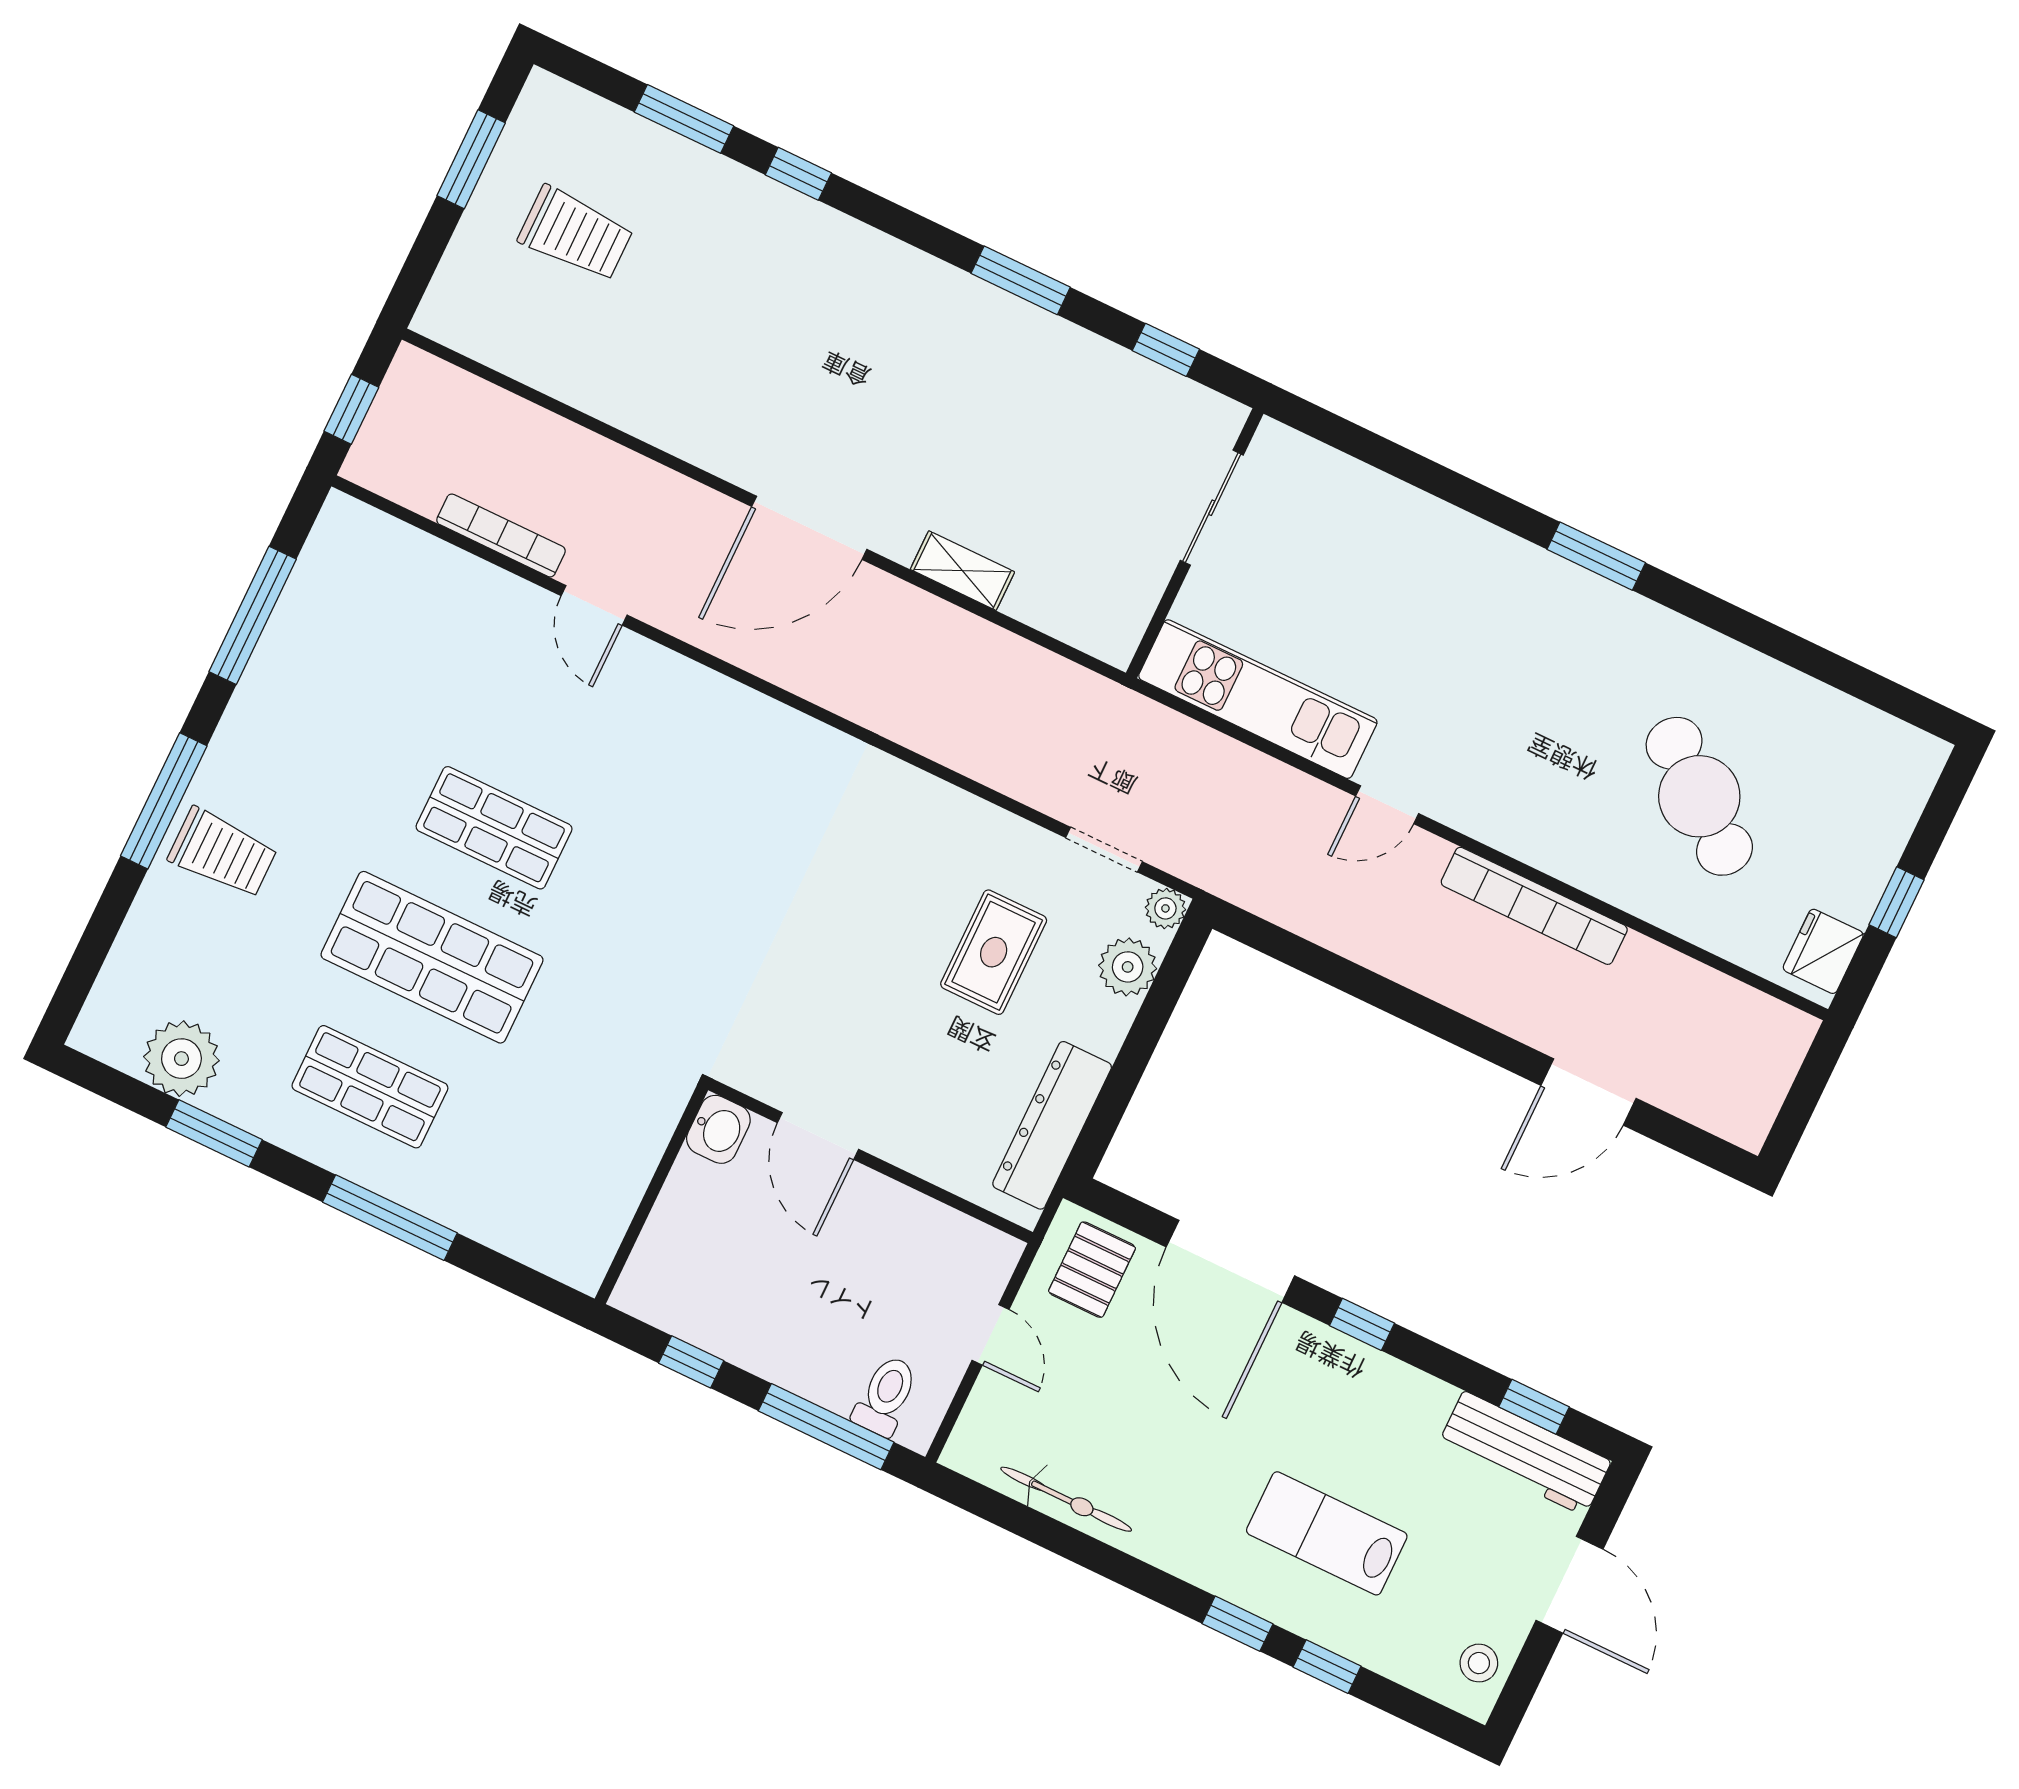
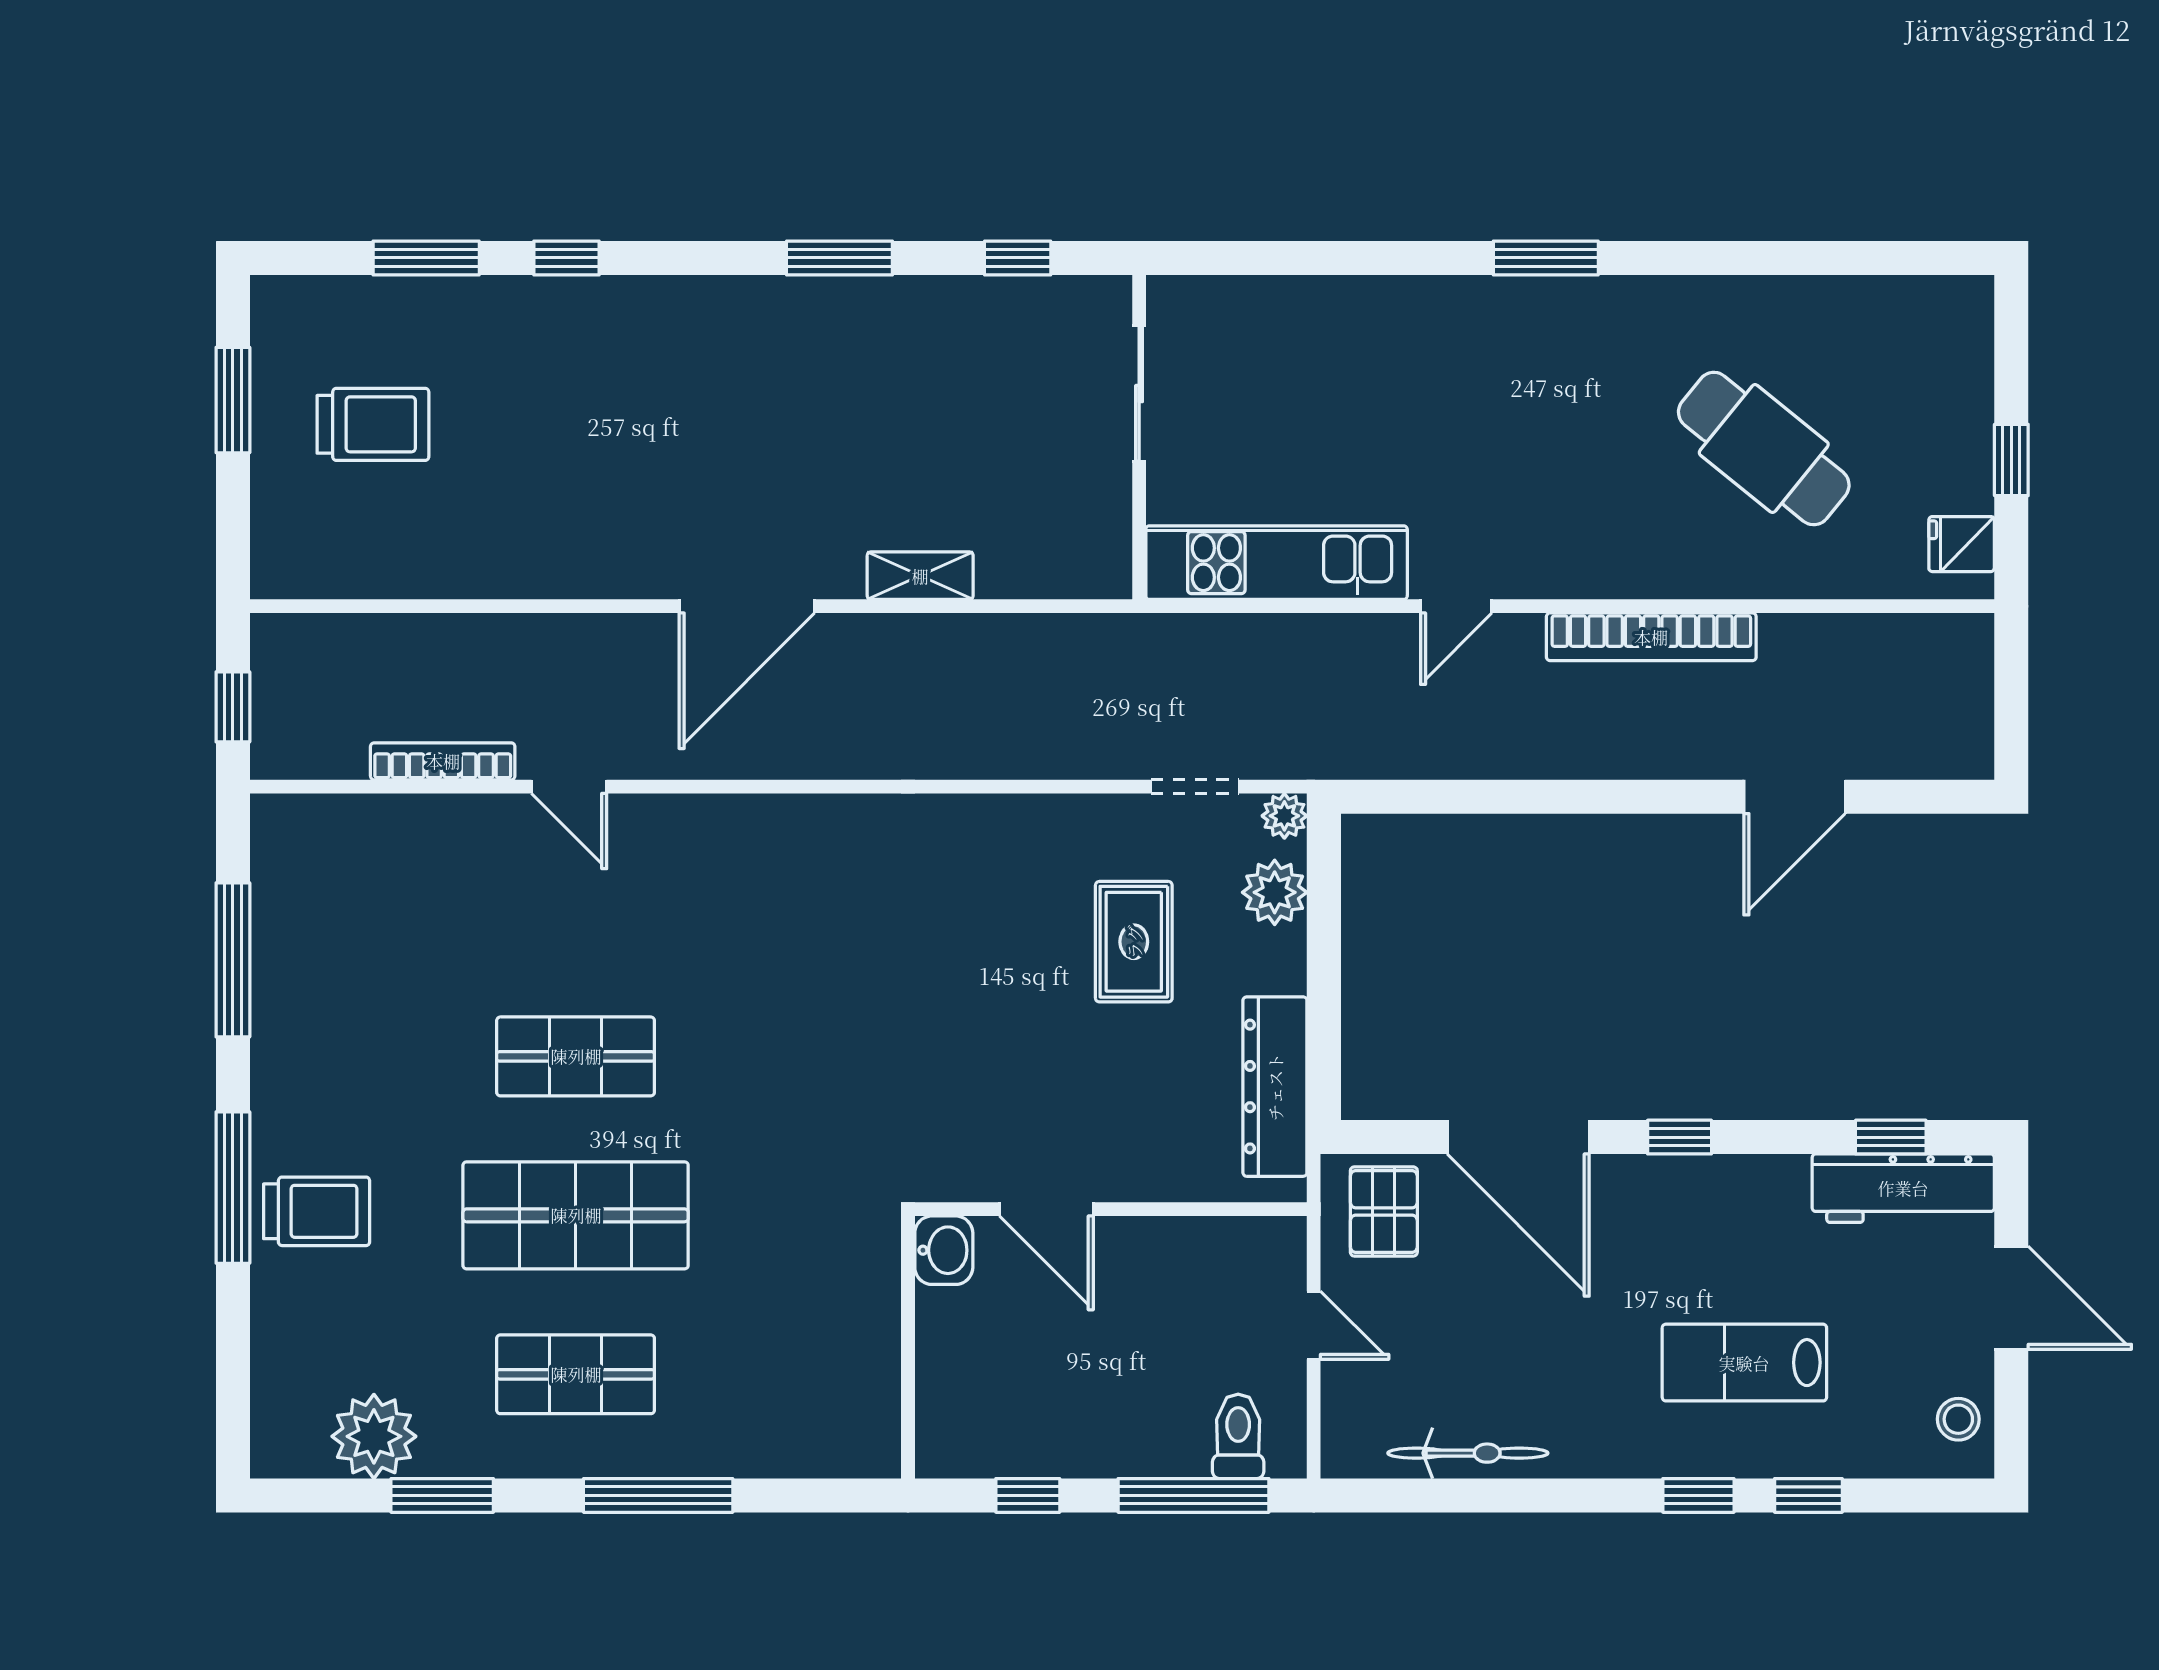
fridge: (1823, 951) -> (1962, 544), width x0.72

